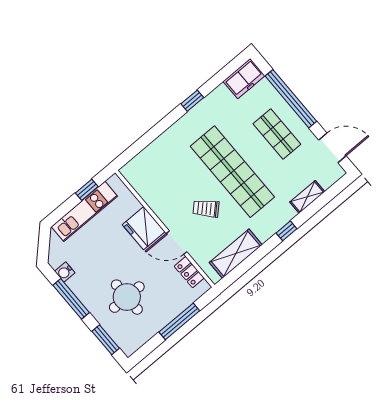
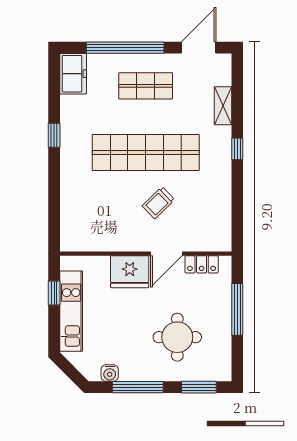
shelving: (236, 254) -> (220, 210), removed

